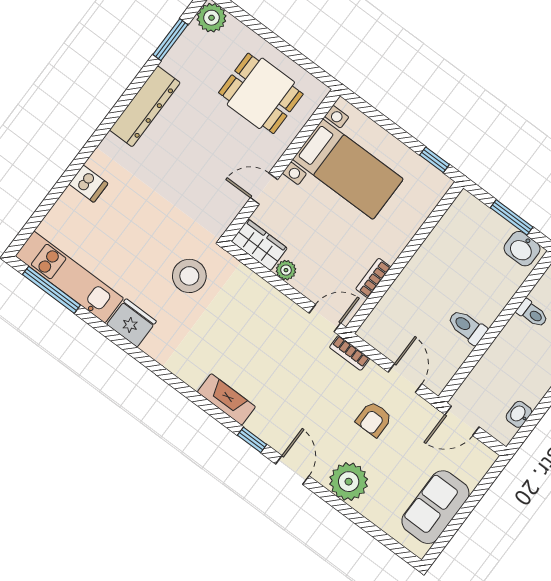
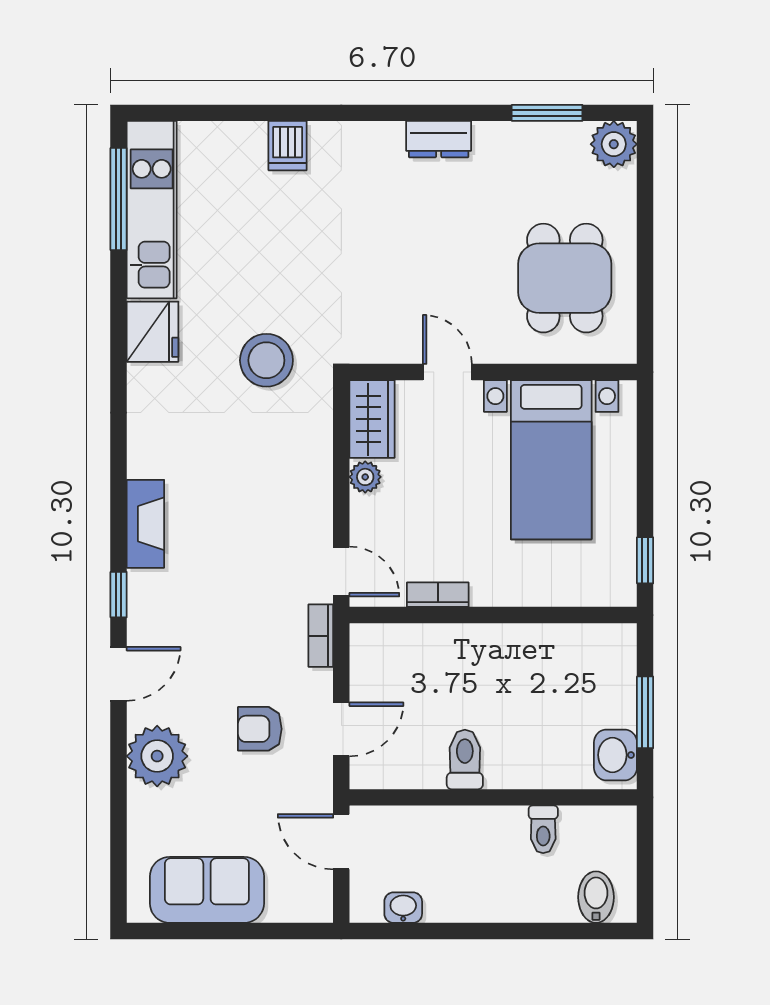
dresser: (145, 106) -> (439, 139), width x0.51, depth x0.80

